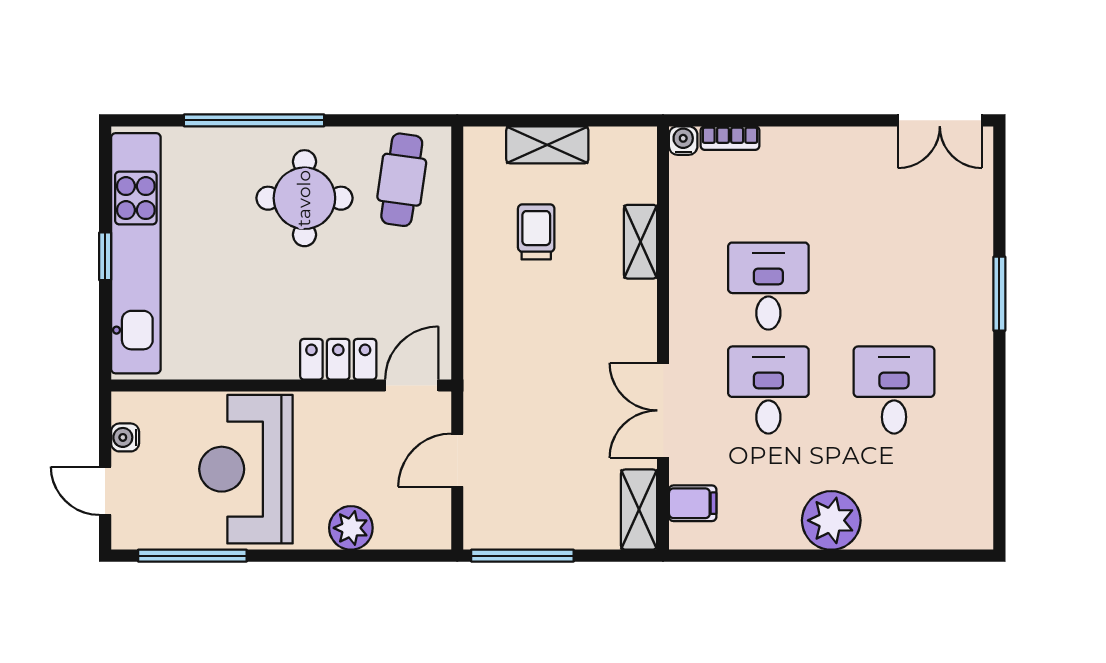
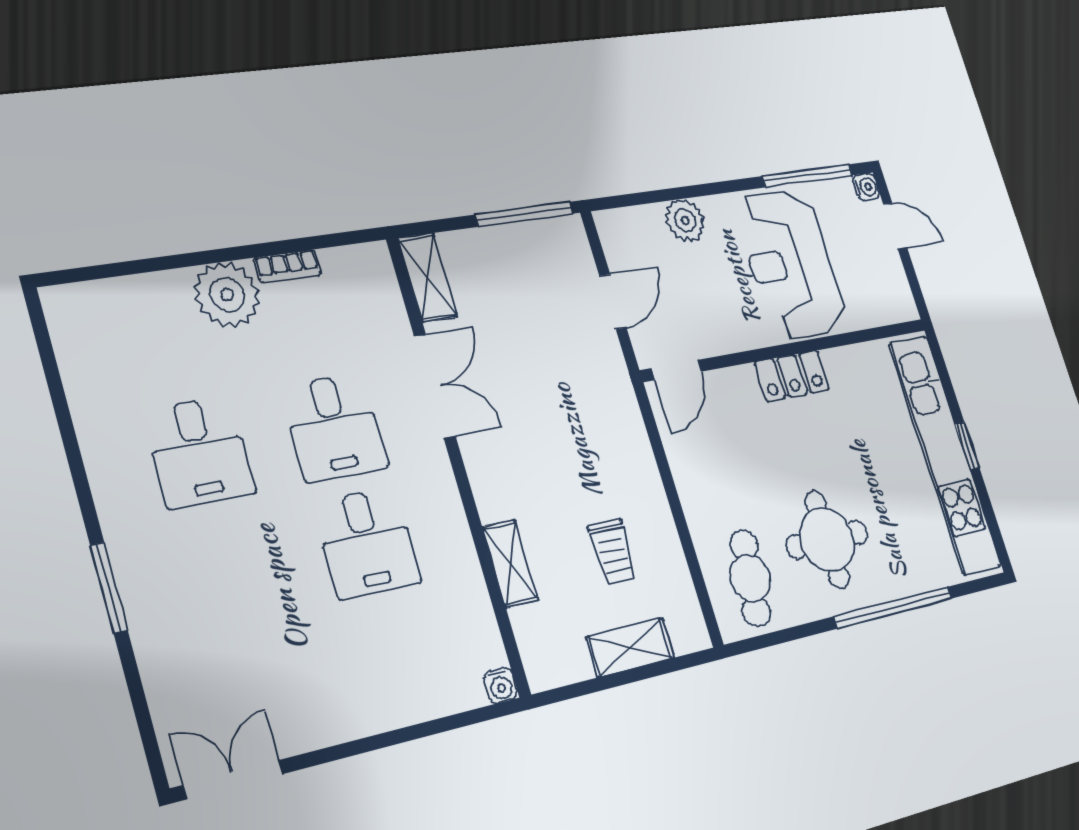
bookcase: (730, 138) -> (287, 266), moved, turned 180
locker: (338, 359) -> (792, 376), moved
water cooler: (125, 437) -> (866, 187), moved
reception desk: (246, 469) -> (791, 264), turned 180
filing cabinet: (693, 503) -> (376, 292), removed

